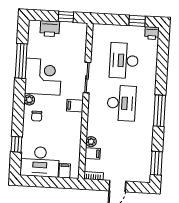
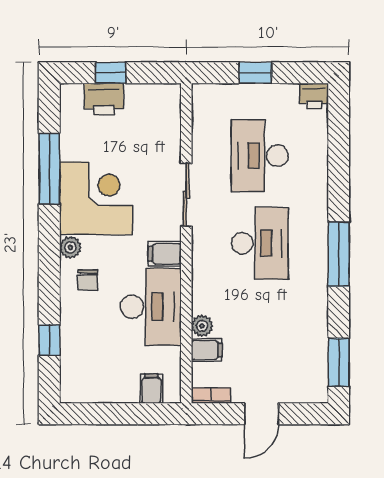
window: (66, 17) -> (110, 73), moved
window: (137, 21) -> (255, 73), moved
desk: (40, 162) -> (151, 307), moved, turned -90

